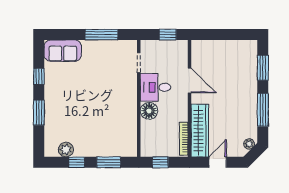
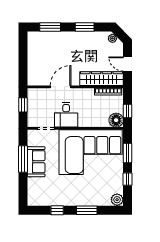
sofa: (63, 51) -> (36, 162), moved
window: (263, 110) -> (85, 27), width x0.69
floor lamp: (149, 111) -> (116, 120), moved
corner sofa: (110, 117) -> (91, 152), added
plant: (66, 150) -> (117, 200), moved

